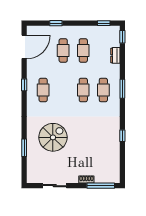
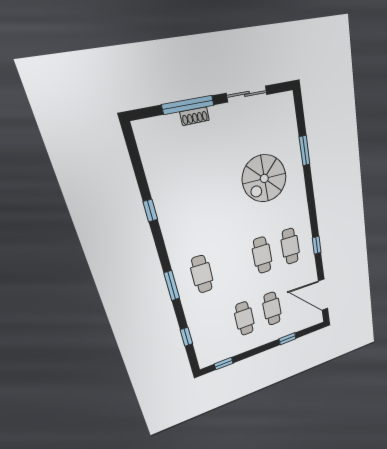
window: (122, 37) -> (186, 337), moved
door: (24, 47) -> (323, 295), hinge flipped
dresser: (115, 55) -> (196, 329), removed
cafe table: (83, 90) -> (262, 255), moved
window: (101, 186) -> (188, 105), moved

